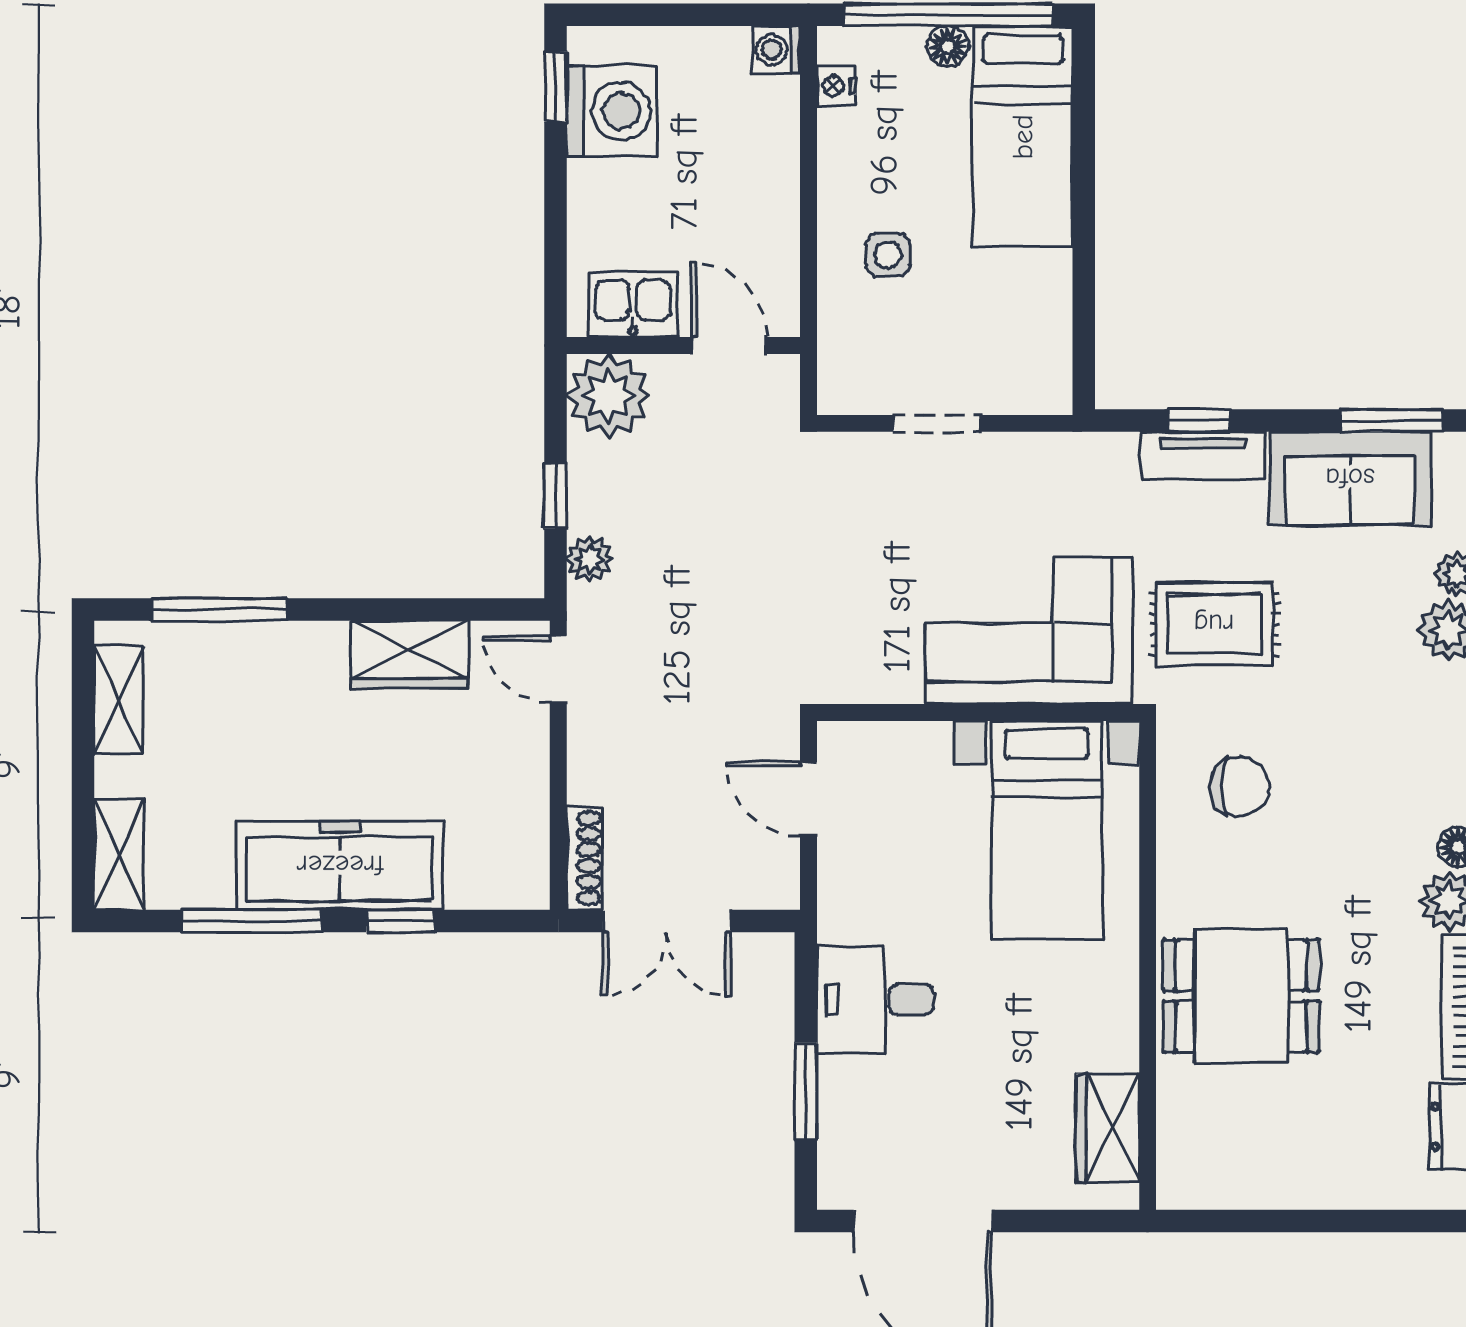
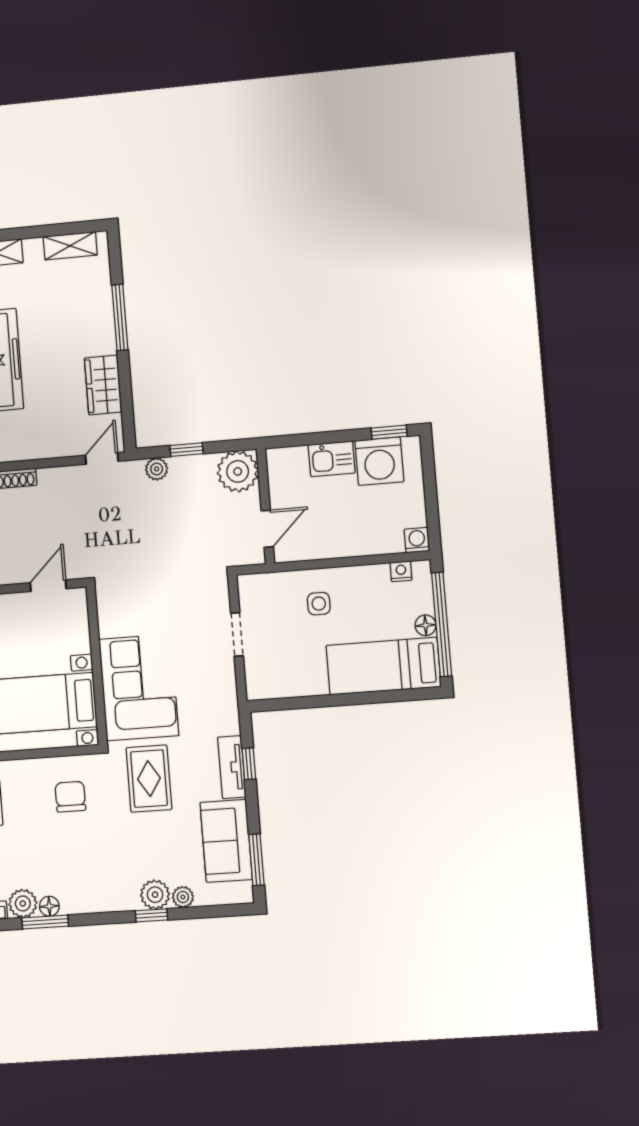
kitchen sink: (633, 305) -> (332, 459), moved, turned 90
window: (219, 610) -> (120, 317), moved
chair: (1240, 787) -> (70, 797), turned 180

